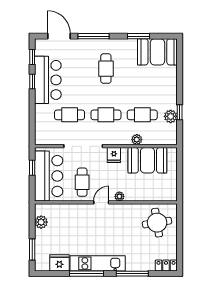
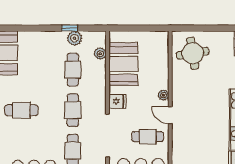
plant: (137, 140) -> (100, 54), moved

